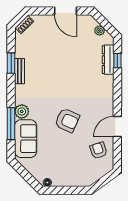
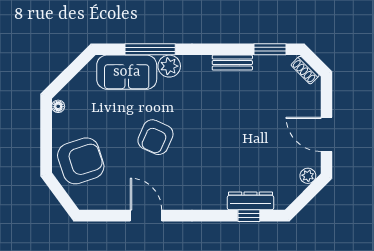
door: (66, 11) -> (327, 134), hinge flipped
plant: (100, 31) -> (308, 176), moved
window: (11, 63) -> (270, 49), moved
armchair: (98, 150) -> (81, 161), moved, width x1.88, depth x1.88

